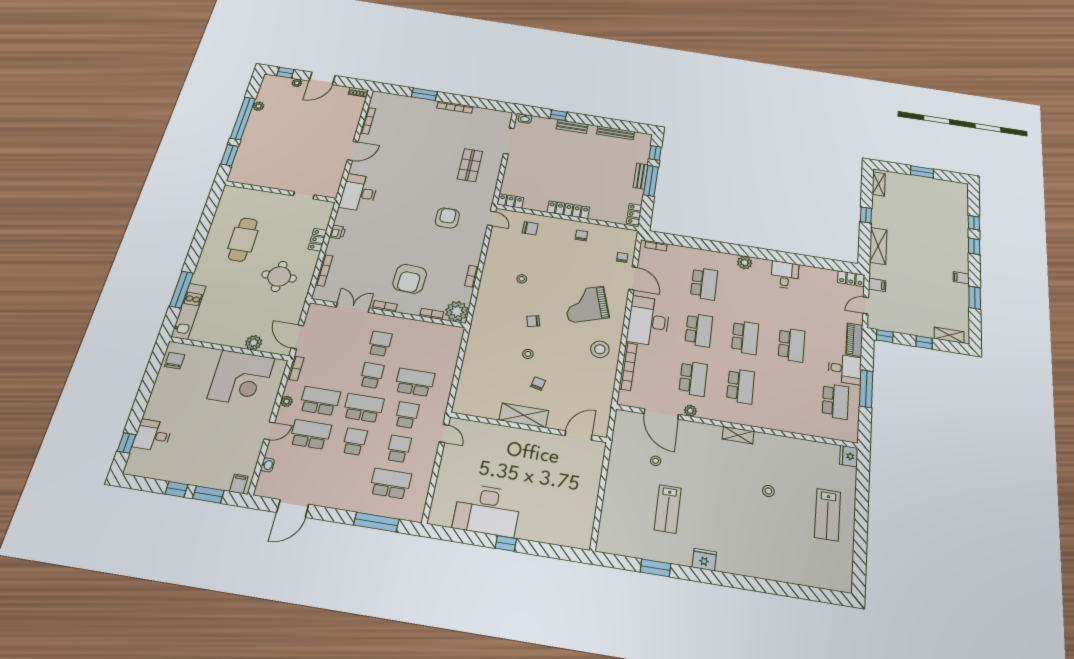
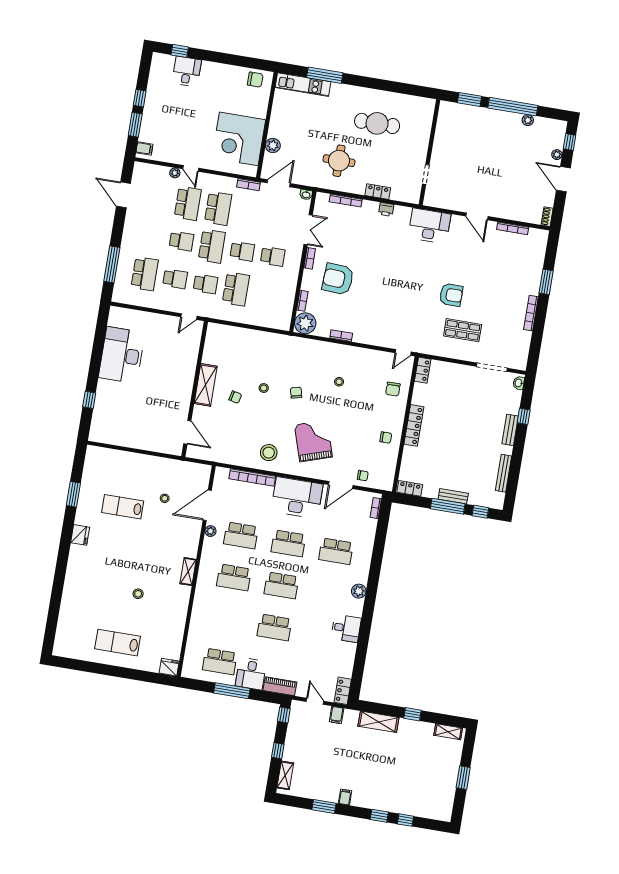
armchair: (447, 218) -> (451, 295), moved
plant: (287, 401) -> (175, 173), moved
washbasin: (268, 465) -> (306, 195), moved
window: (506, 543) -> (89, 400), moved

